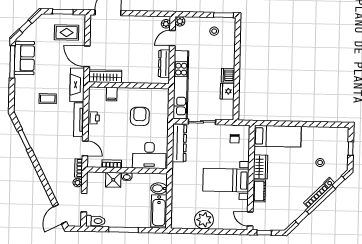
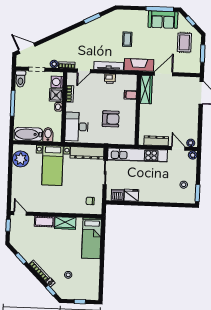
rug: (67, 32) -> (184, 42), moved
dishwasher: (228, 75) -> (118, 195), moved
washing machine: (98, 179) -> (57, 82), added
bed with nightstands: (226, 180) -> (52, 165), moved, turned 180
door: (250, 219) -> (20, 213), hinge flipped
plant: (204, 220) -> (21, 159), moved

